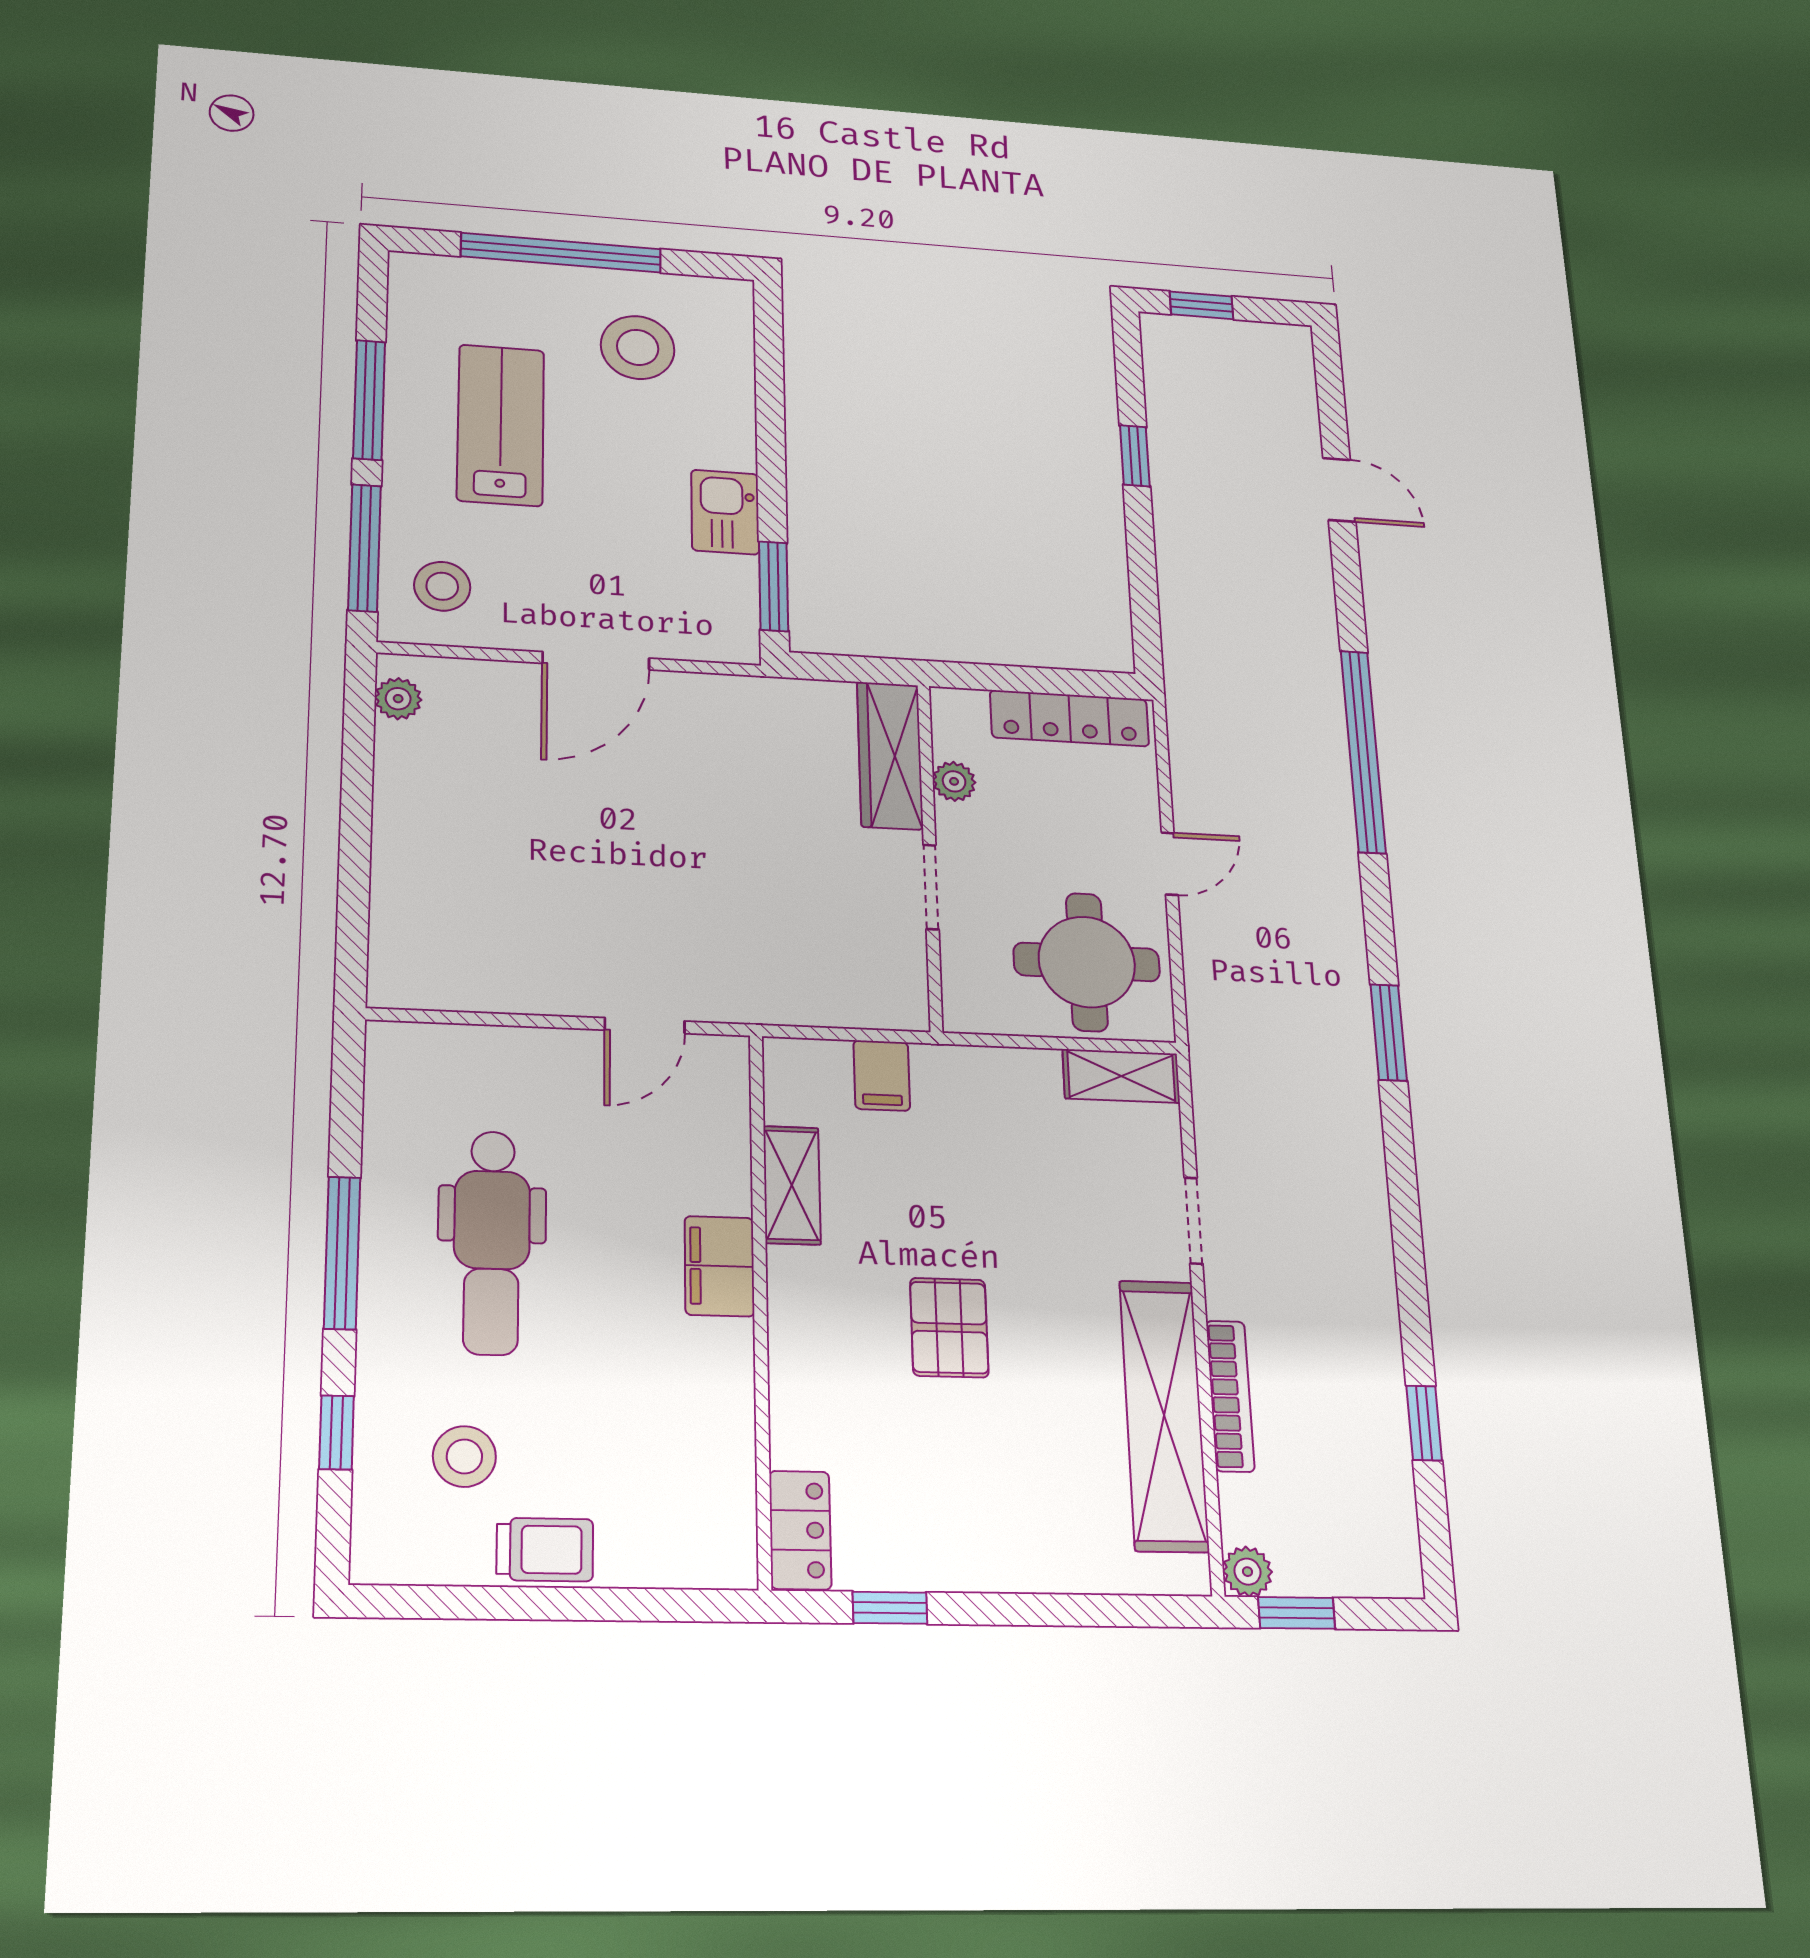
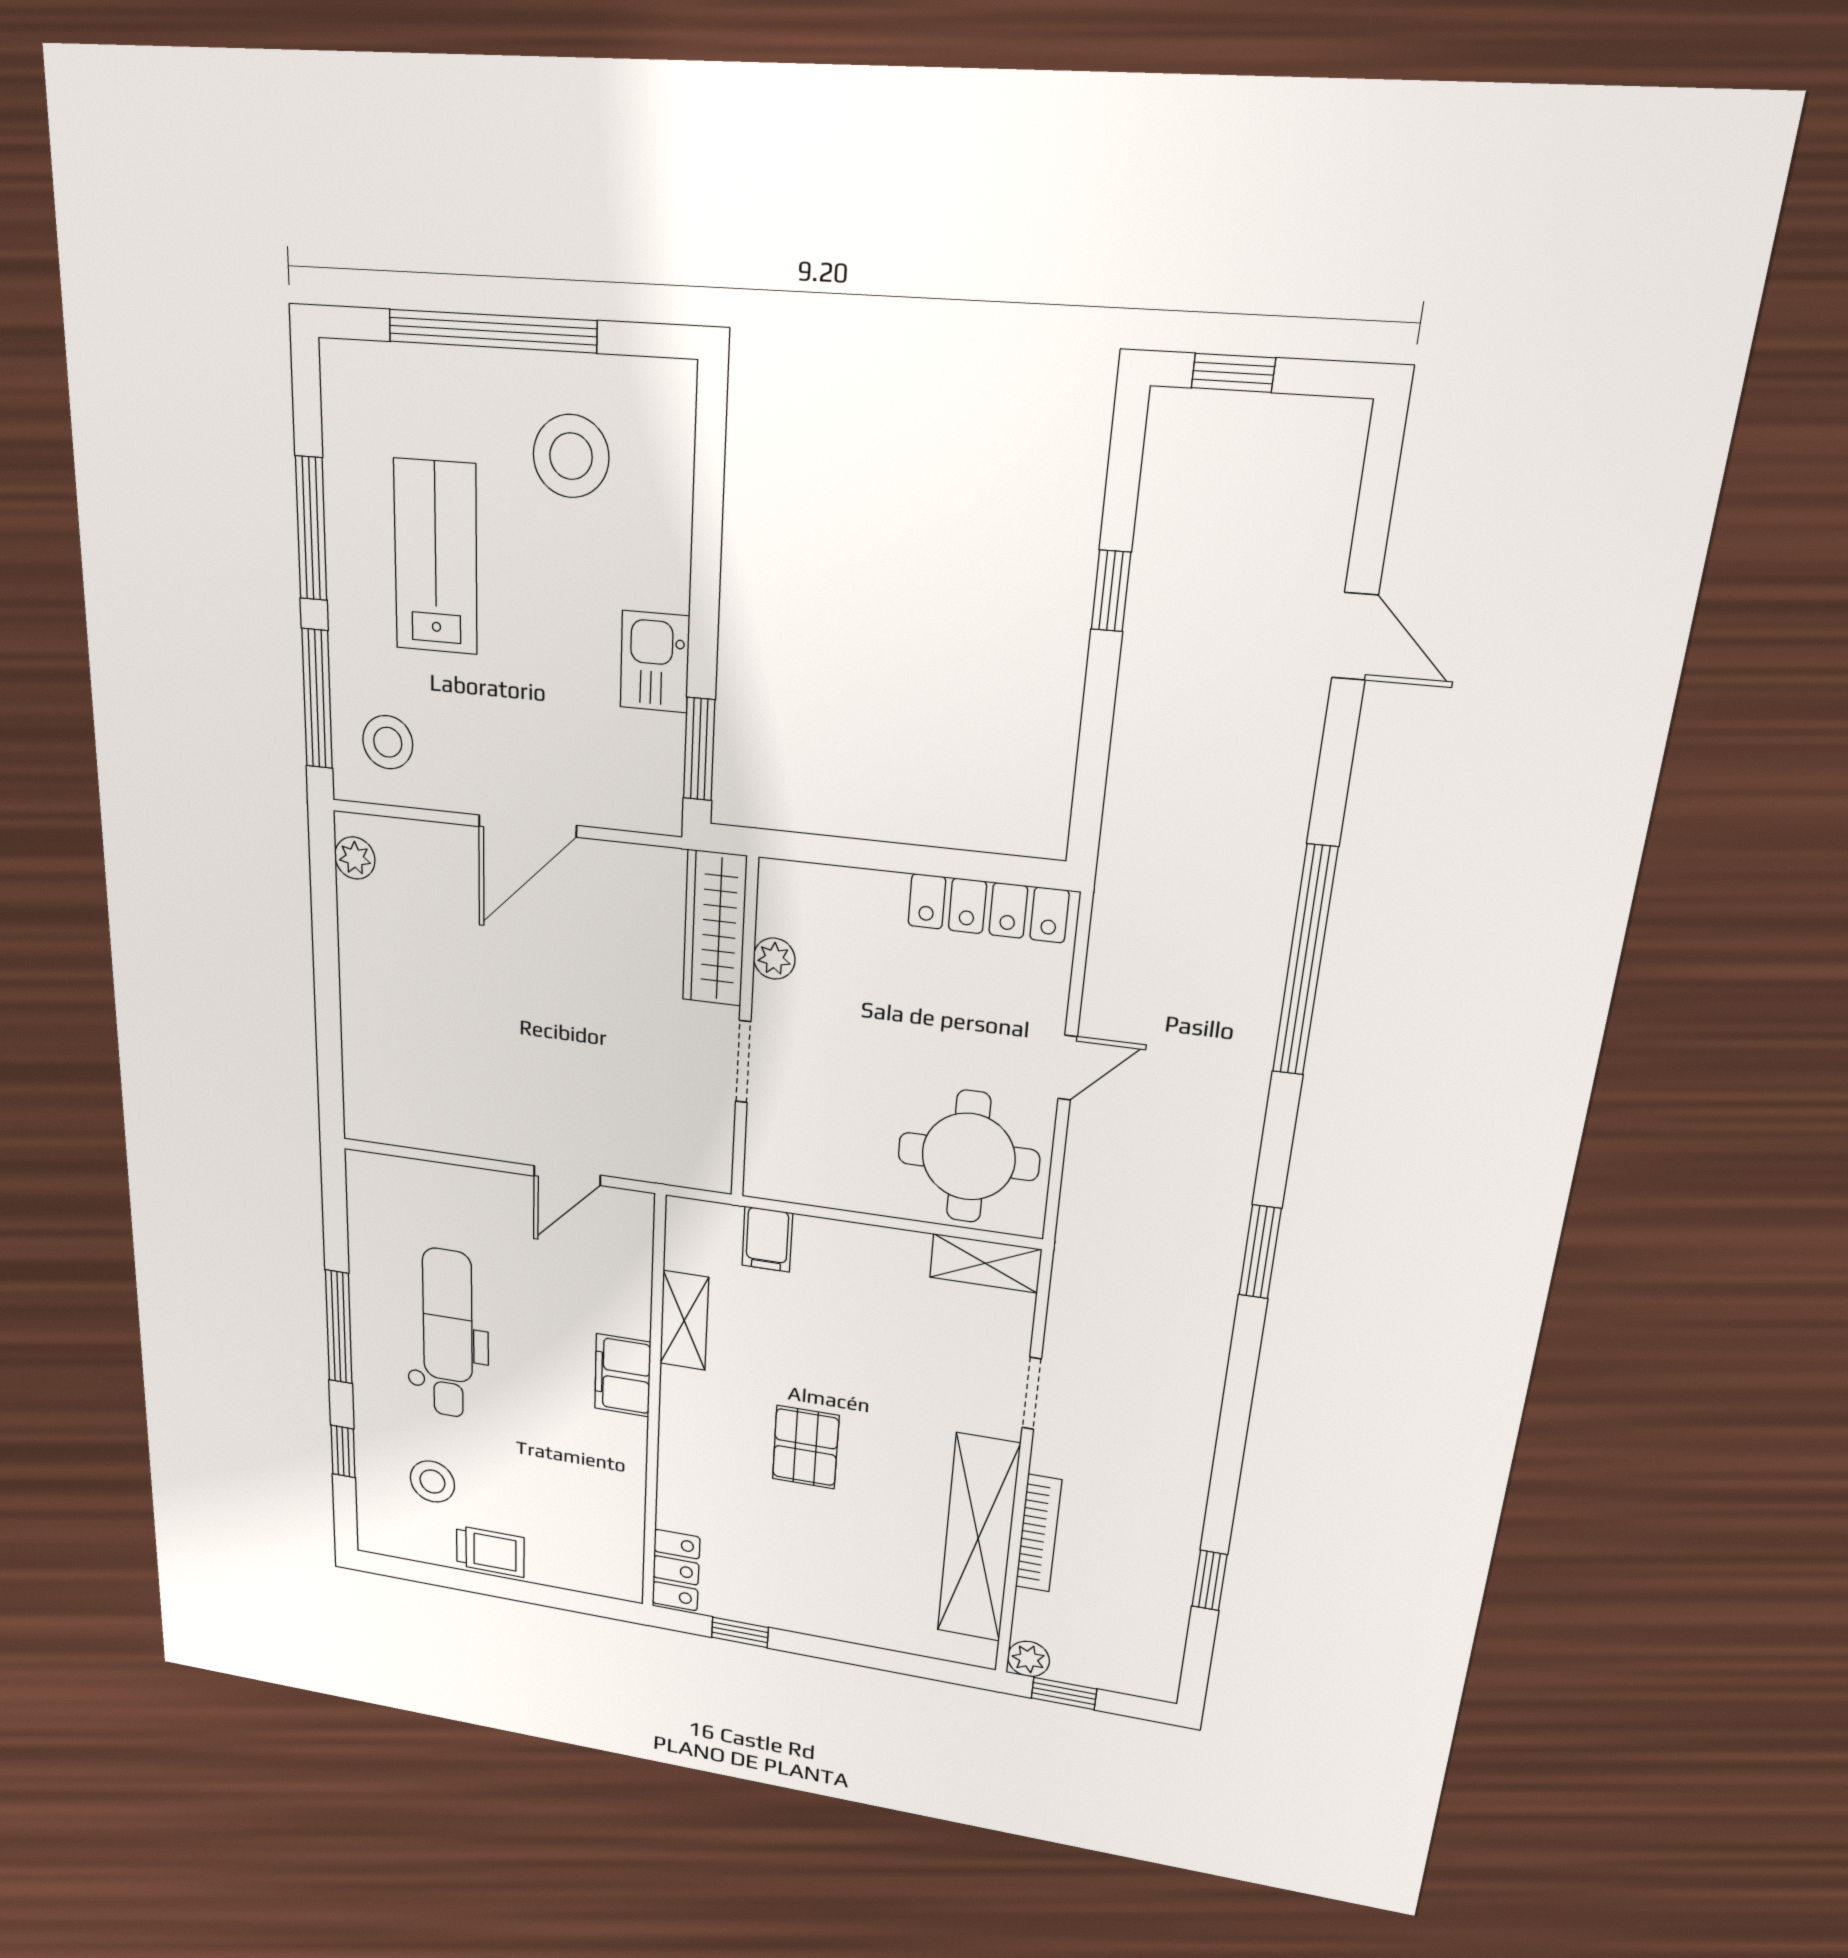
wardrobe: (890, 755) -> (714, 928), moved
plant: (954, 781) -> (774, 959), moved
wall: (930, 856) -> (745, 1031), moved
doorway: (931, 887) -> (743, 1062), moved
dental chair: (492, 1242) -> (448, 1334), turned 180

